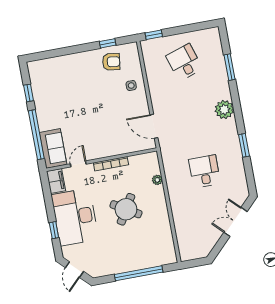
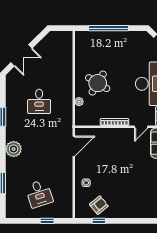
window: (154, 35) -> (47, 221), moved
armchair: (111, 62) -> (99, 205), turned 133
door: (154, 126) -> (74, 146), hinge flipped
round table: (126, 209) -> (98, 83), moved

